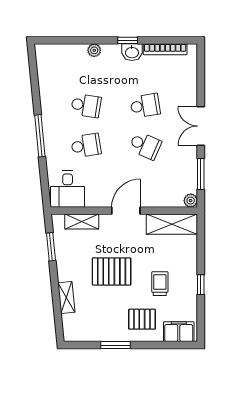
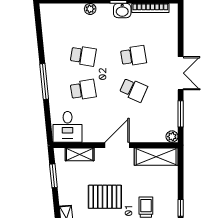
double door: (201, 126) -> (181, 73), swing flipped

